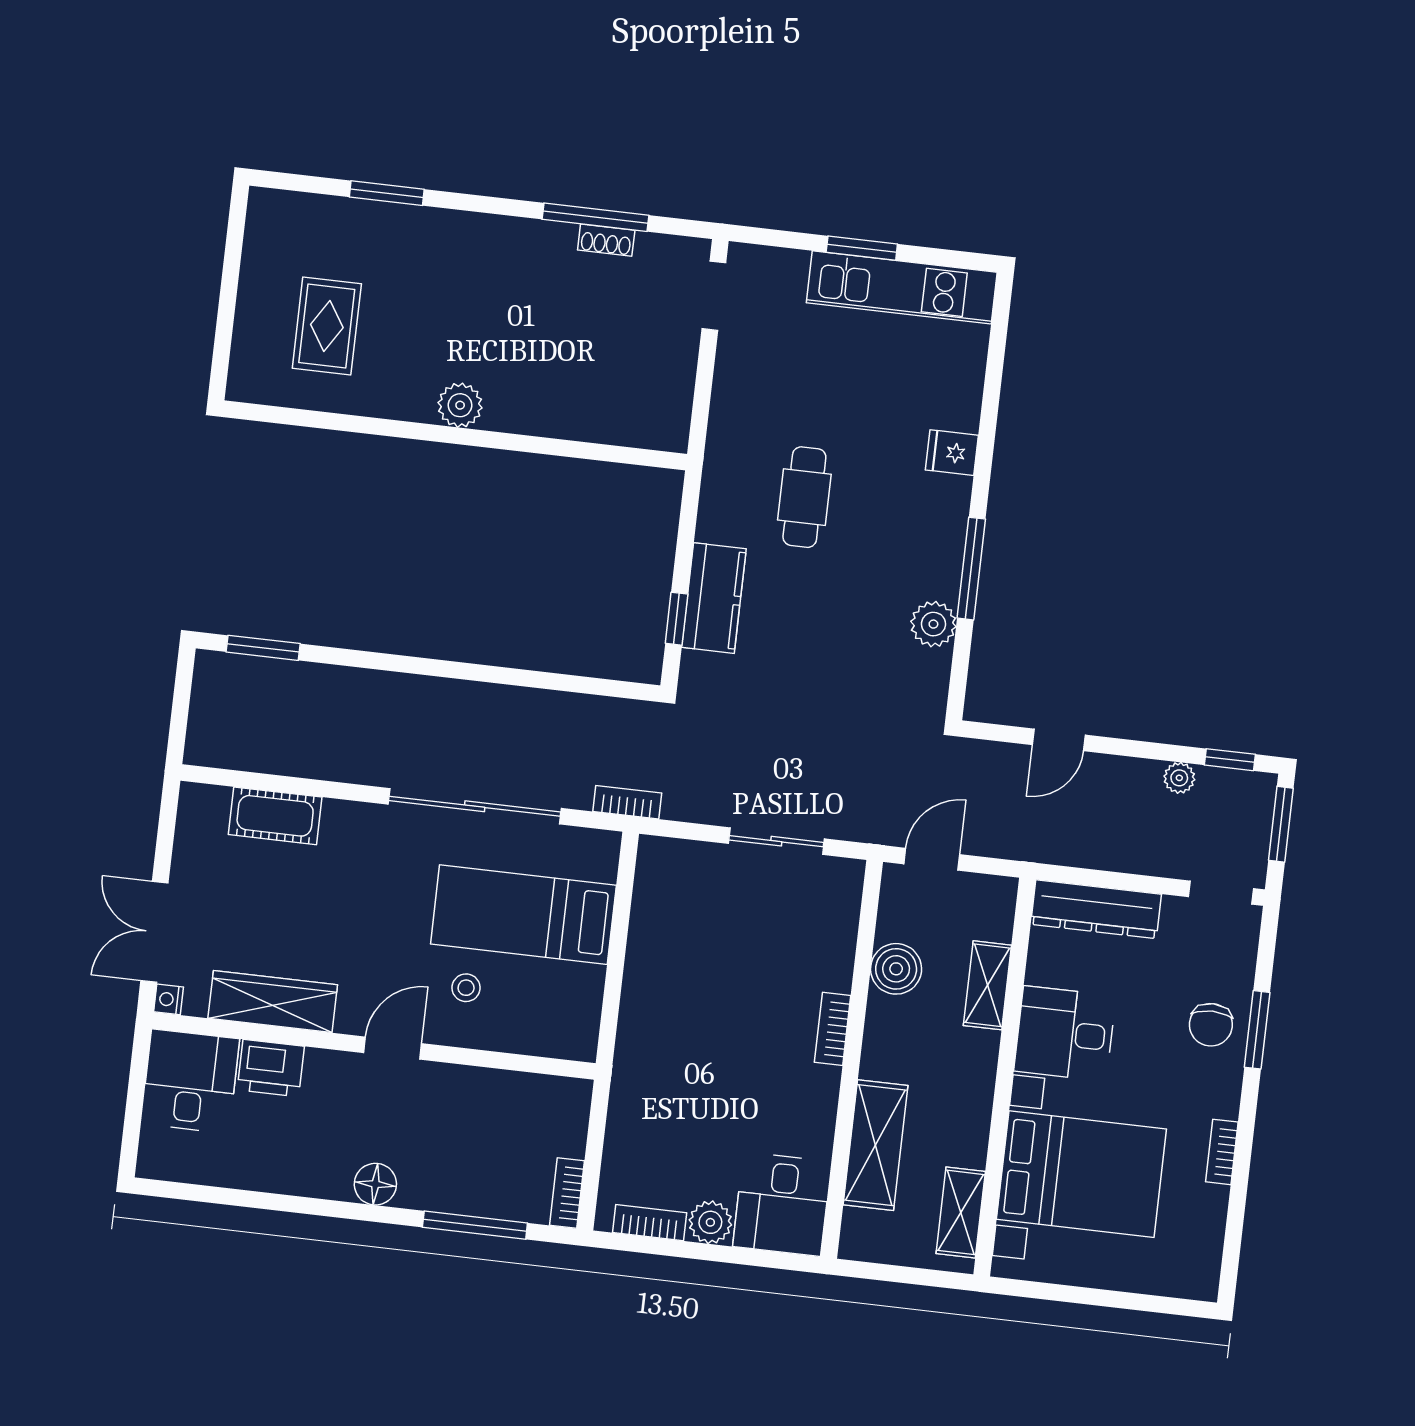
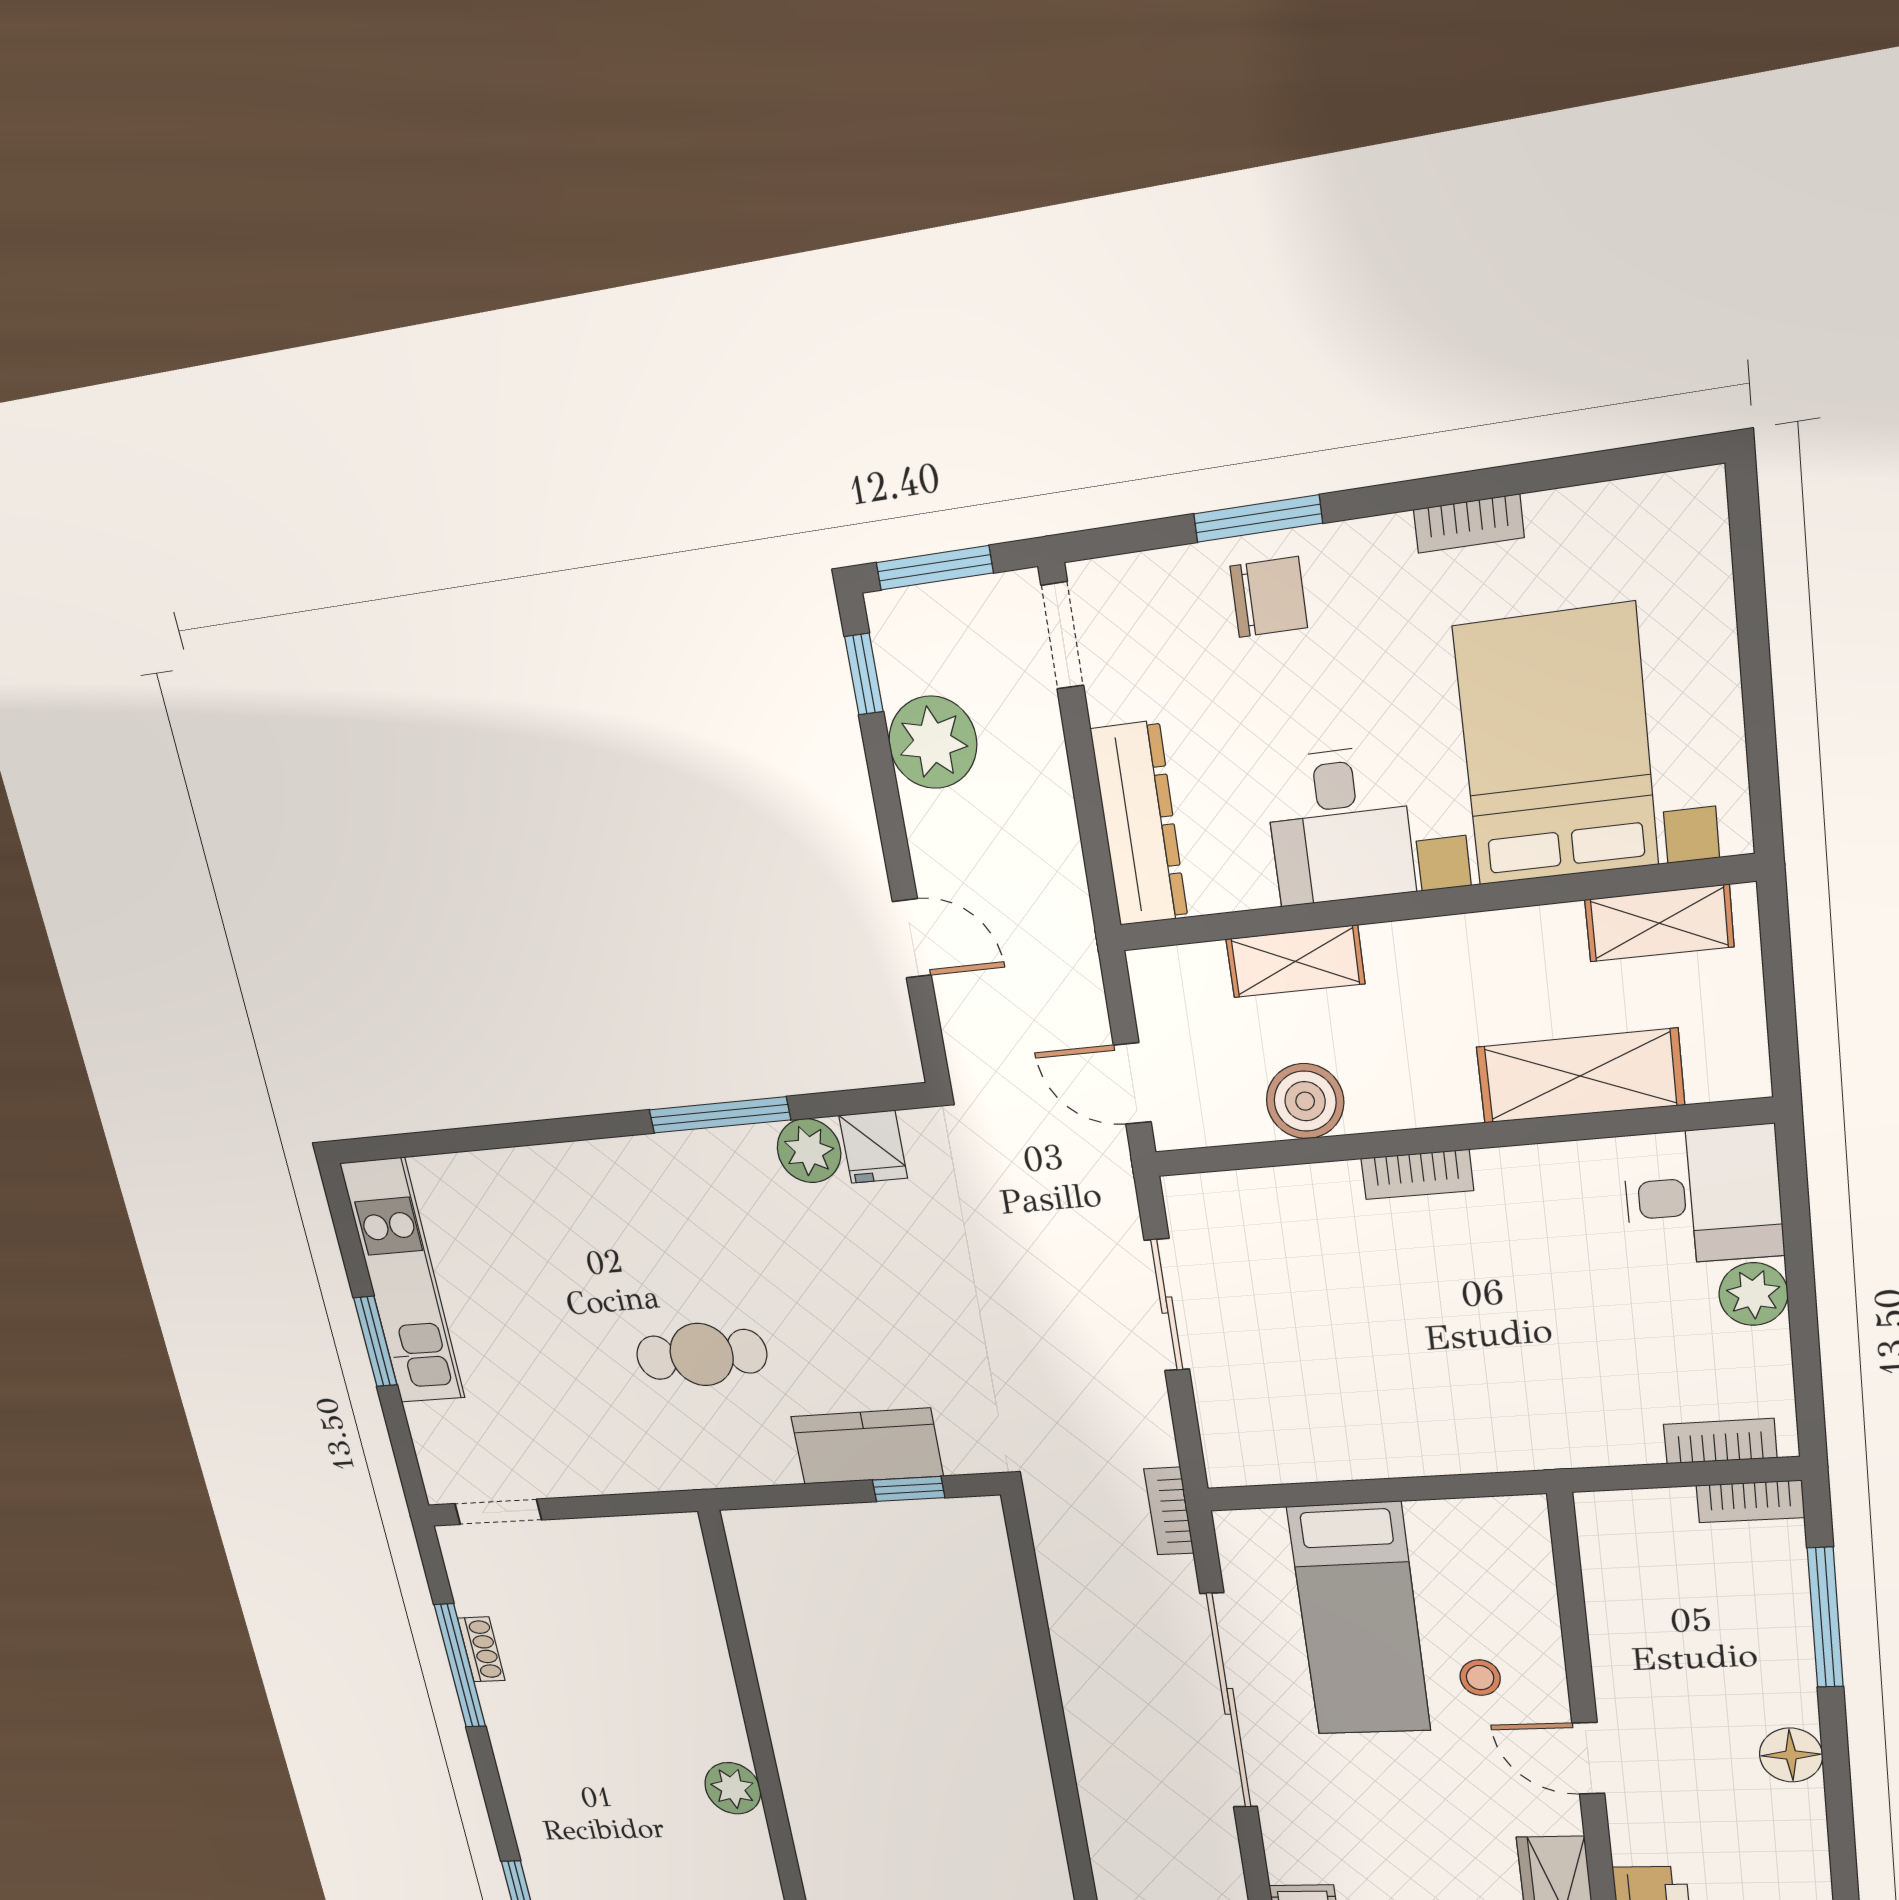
fridge: (952, 453) -> (873, 1147), moved
plant: (1179, 778) -> (933, 742), width x1.87, depth x1.87
bookcase: (650, 1223) -> (1720, 1441), moved, turned 90

